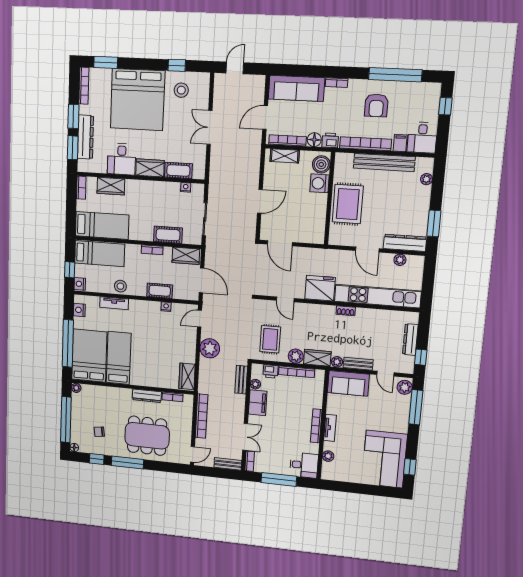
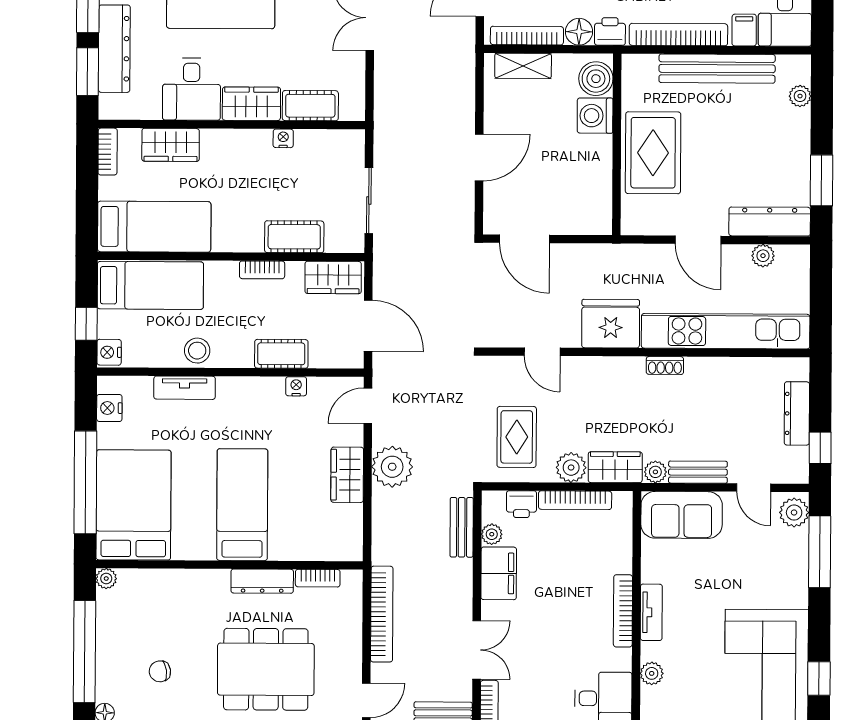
nightstand: (186, 187) -> (283, 138), moved
bed: (119, 358) -> (242, 505), moved
wardrobe: (187, 376) -> (347, 475), moved

